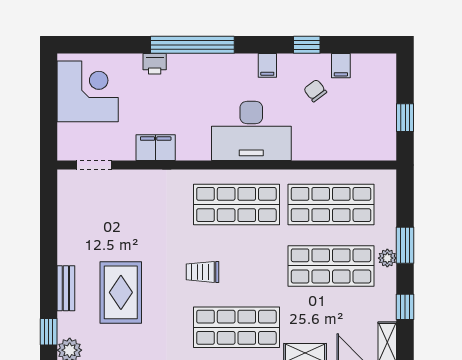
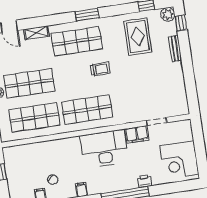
desk: (251, 131) -> (104, 149), moved
doorway: (94, 165) -> (156, 122), moved
rug: (121, 292) -> (138, 36), moved

